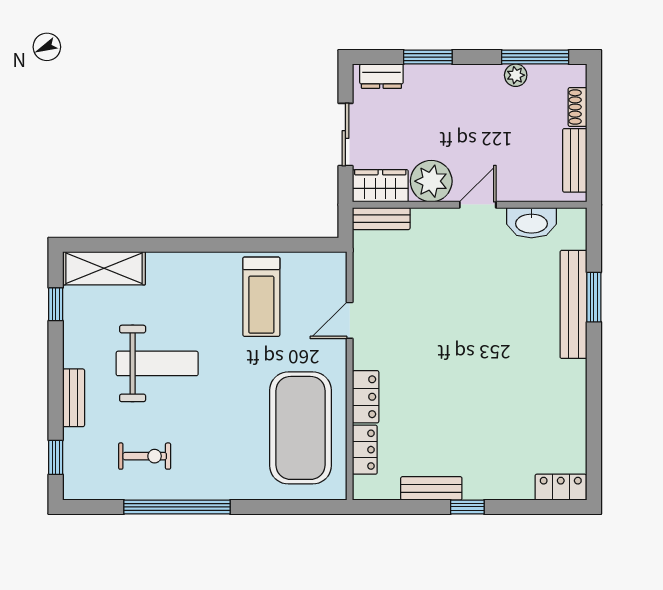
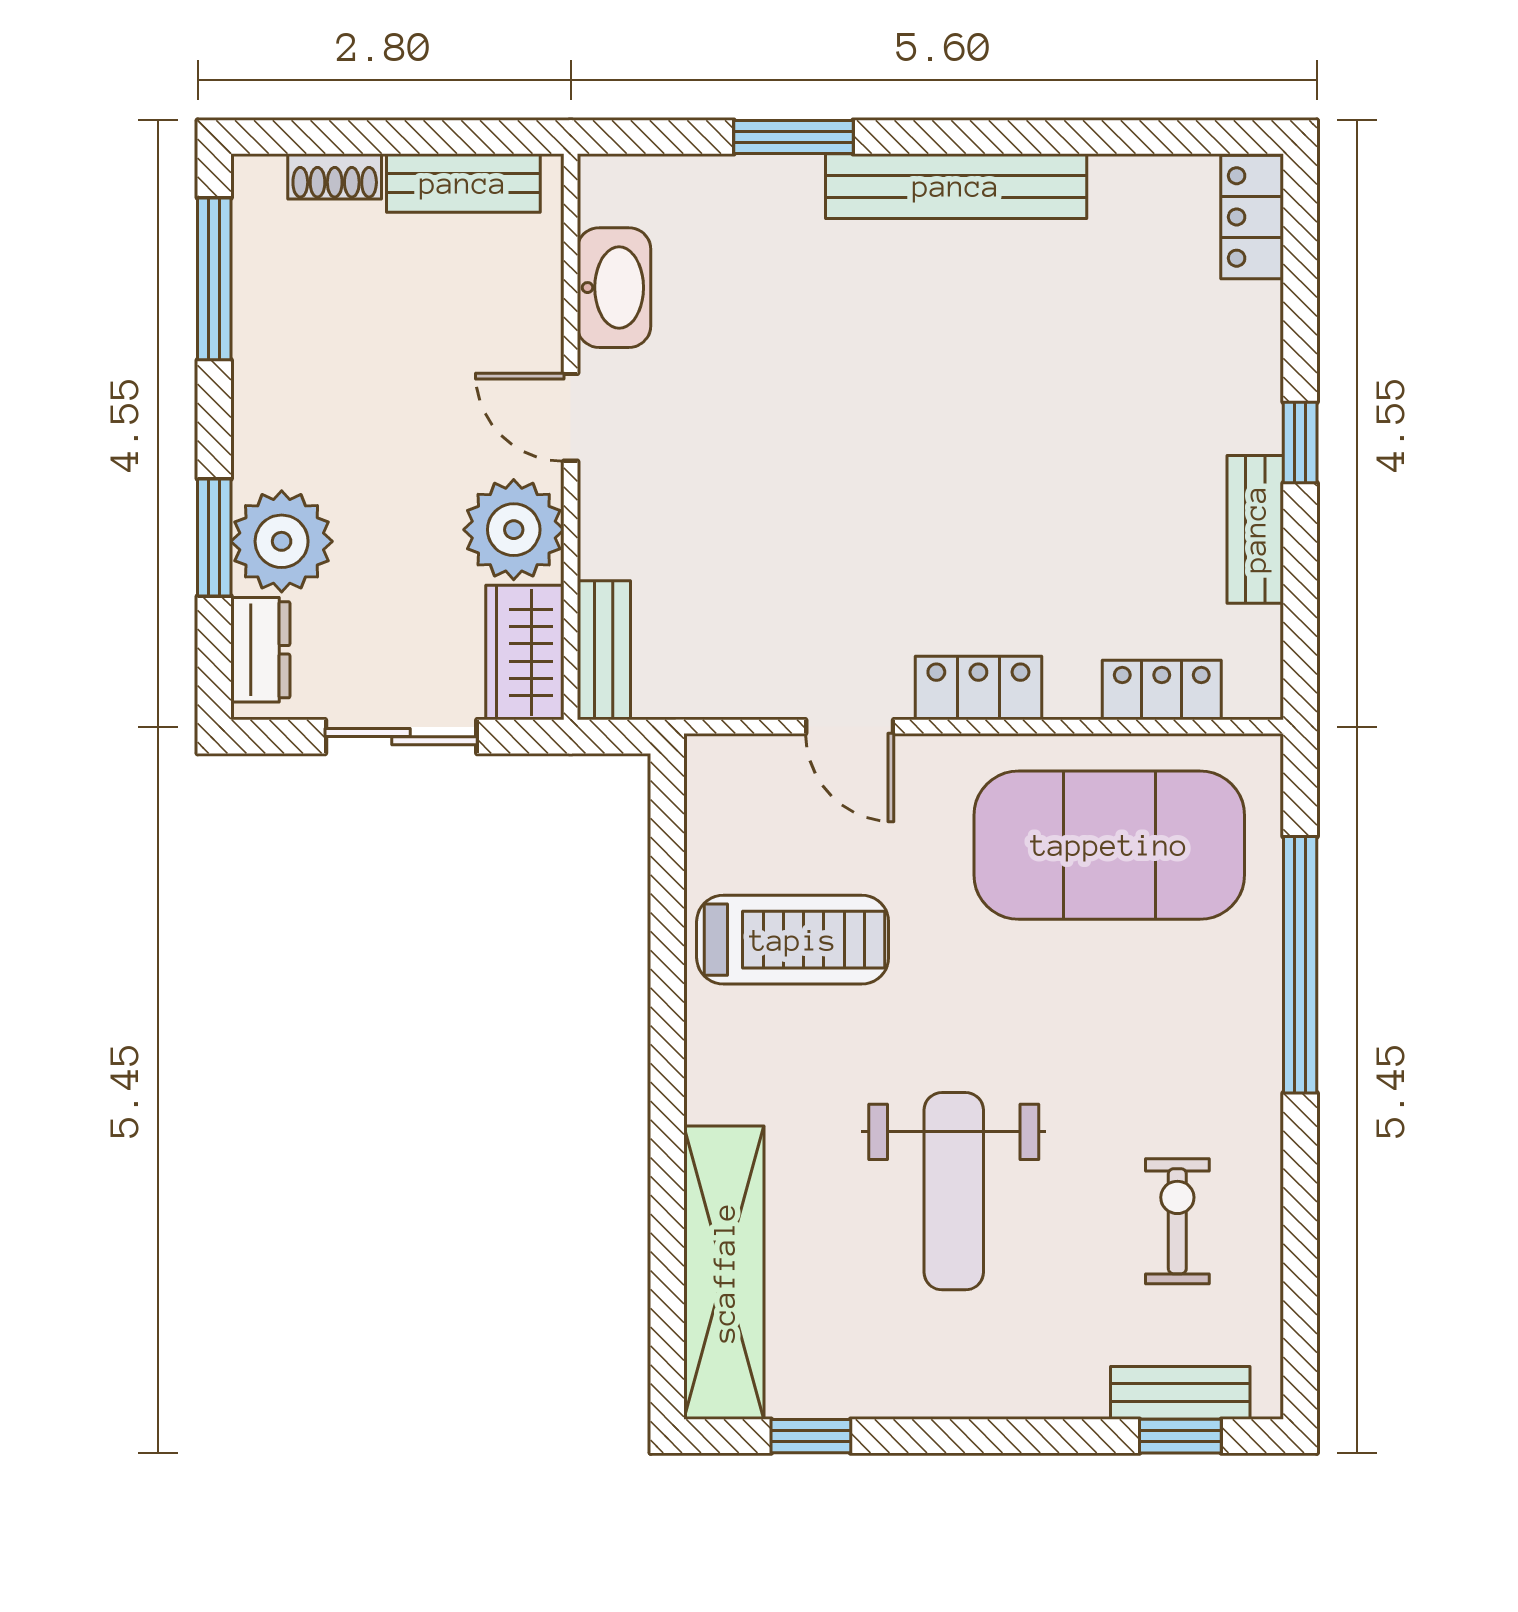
plant: (516, 75) -> (282, 541), moved, width x1.88, depth x1.88
shelving: (104, 268) -> (724, 1273), width x1.47
bench: (574, 304) -> (956, 186), moved
weight bench: (157, 363) -> (954, 1191), turned 180
locker: (366, 397) -> (978, 688), moved
bench: (74, 398) -> (1180, 1393), moved
window: (177, 507) -> (1300, 965), moved

